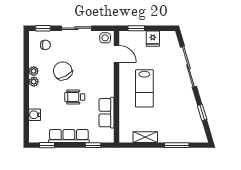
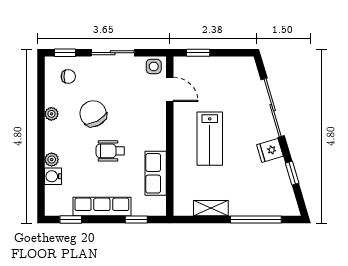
fridge: (153, 39) -> (270, 150), moved, turned 73
plant: (34, 82) -> (52, 160), moved
window: (177, 145) -> (256, 220), width x1.44

